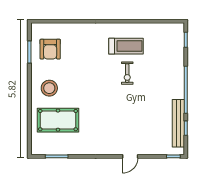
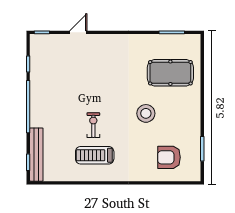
armchair: (50, 49) -> (169, 157), moved, turned -90
stool: (49, 88) -> (146, 113), moved
bench: (178, 123) -> (36, 155), moved
door: (130, 156) -> (78, 32), moved

